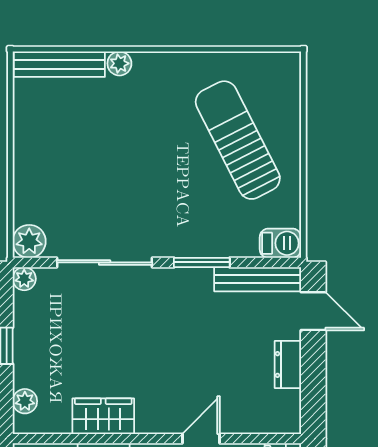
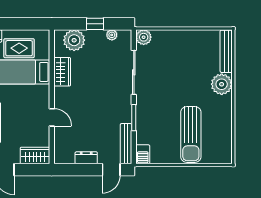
plant: (119, 63) -> (222, 84), width x1.88, depth x1.88
sun lounger: (238, 140) -> (191, 134), turned 117
plant: (24, 279) -> (112, 35), moved
plant: (25, 401) -> (74, 40), width x1.88, depth x1.88

